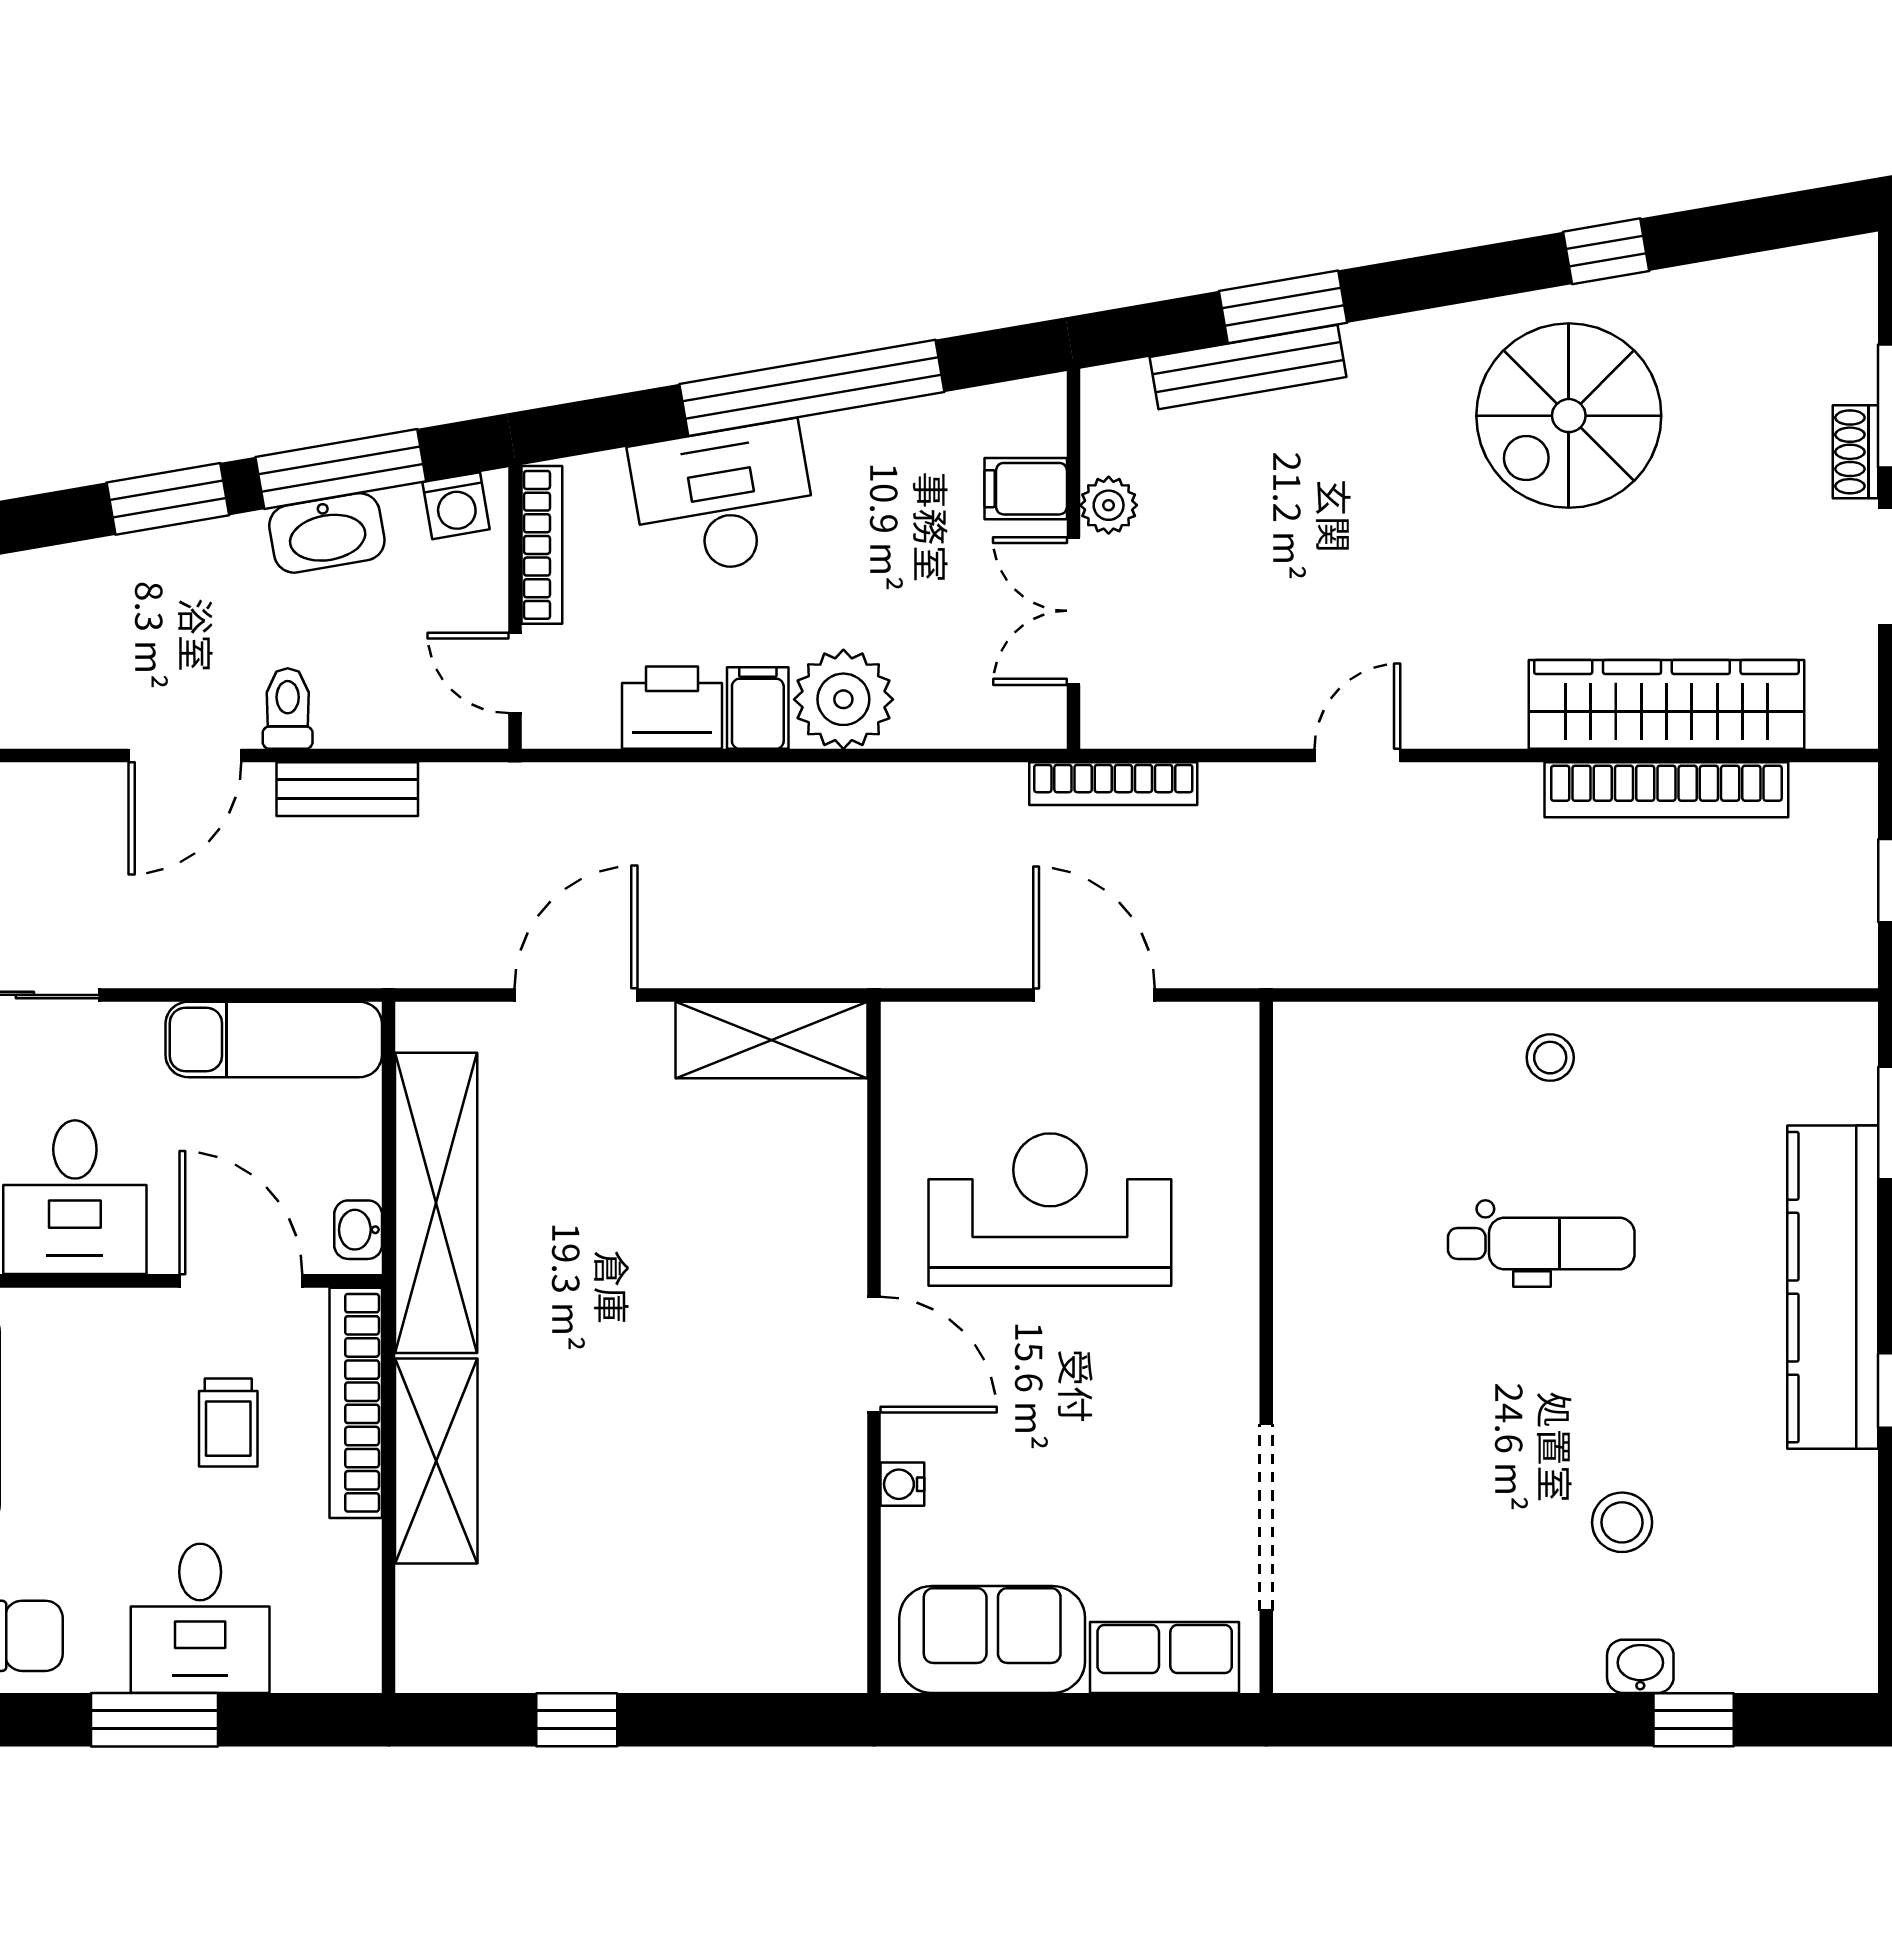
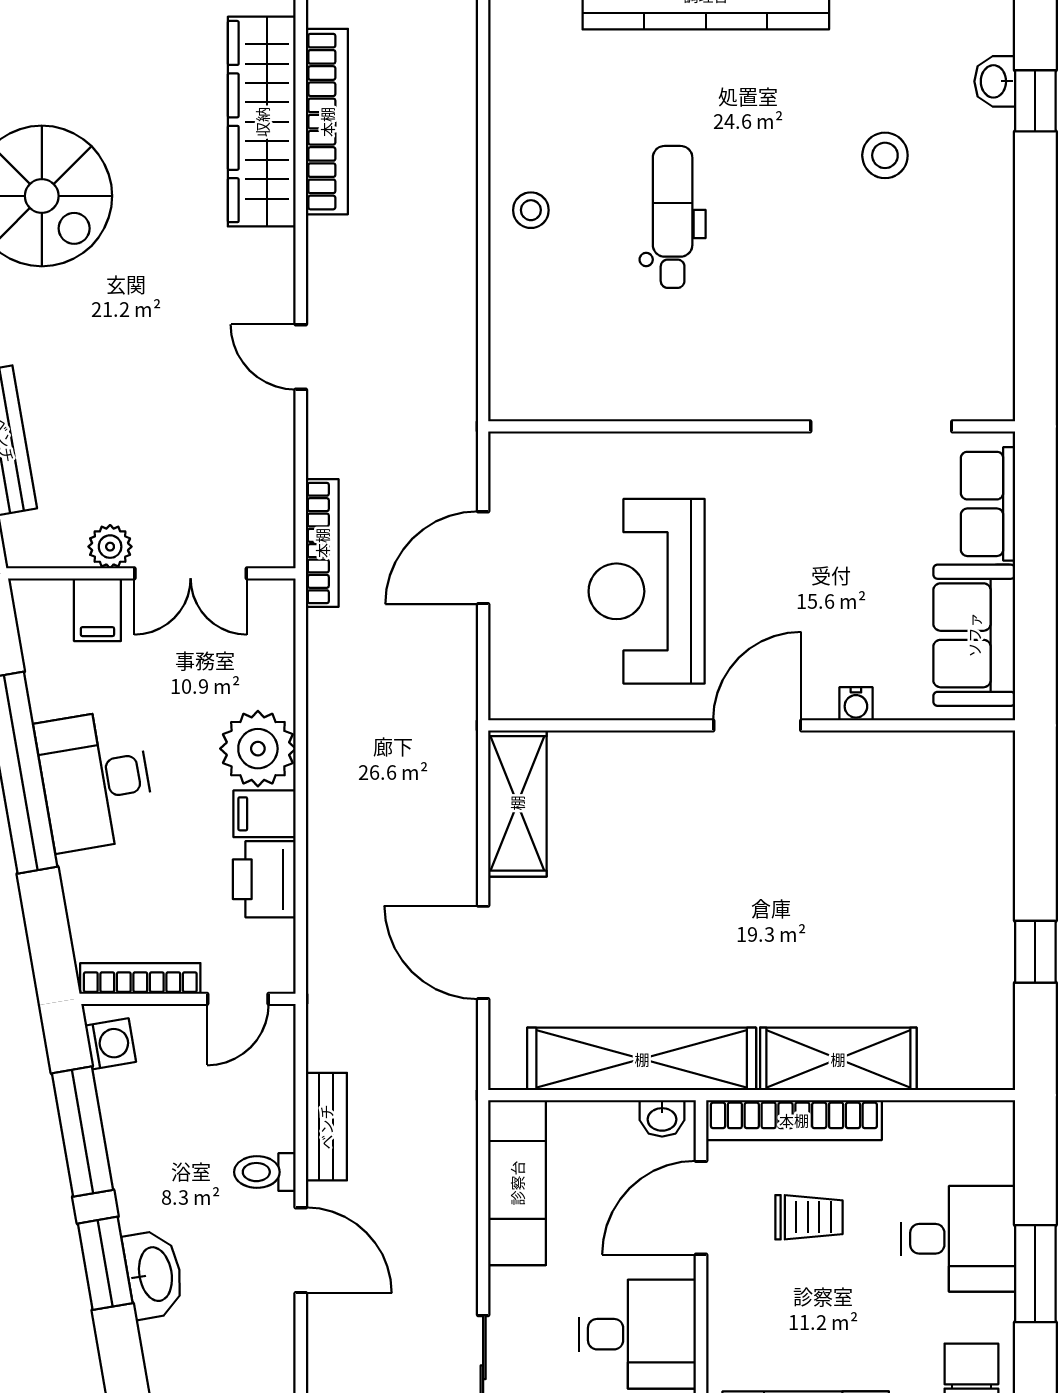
desk: (723, 499) -> (95, 780), moved
washbasin: (327, 533) -> (154, 1274), moved
washbasin: (1640, 1666) -> (995, 81), moved

